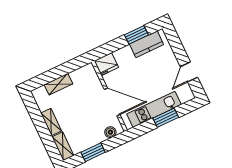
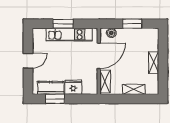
fridge: (106, 64) -> (73, 87), moved
door: (189, 72) -> (28, 61), moved
door: (112, 102) -> (99, 56), swing flipped
shelving: (63, 146) -> (105, 81), moved

